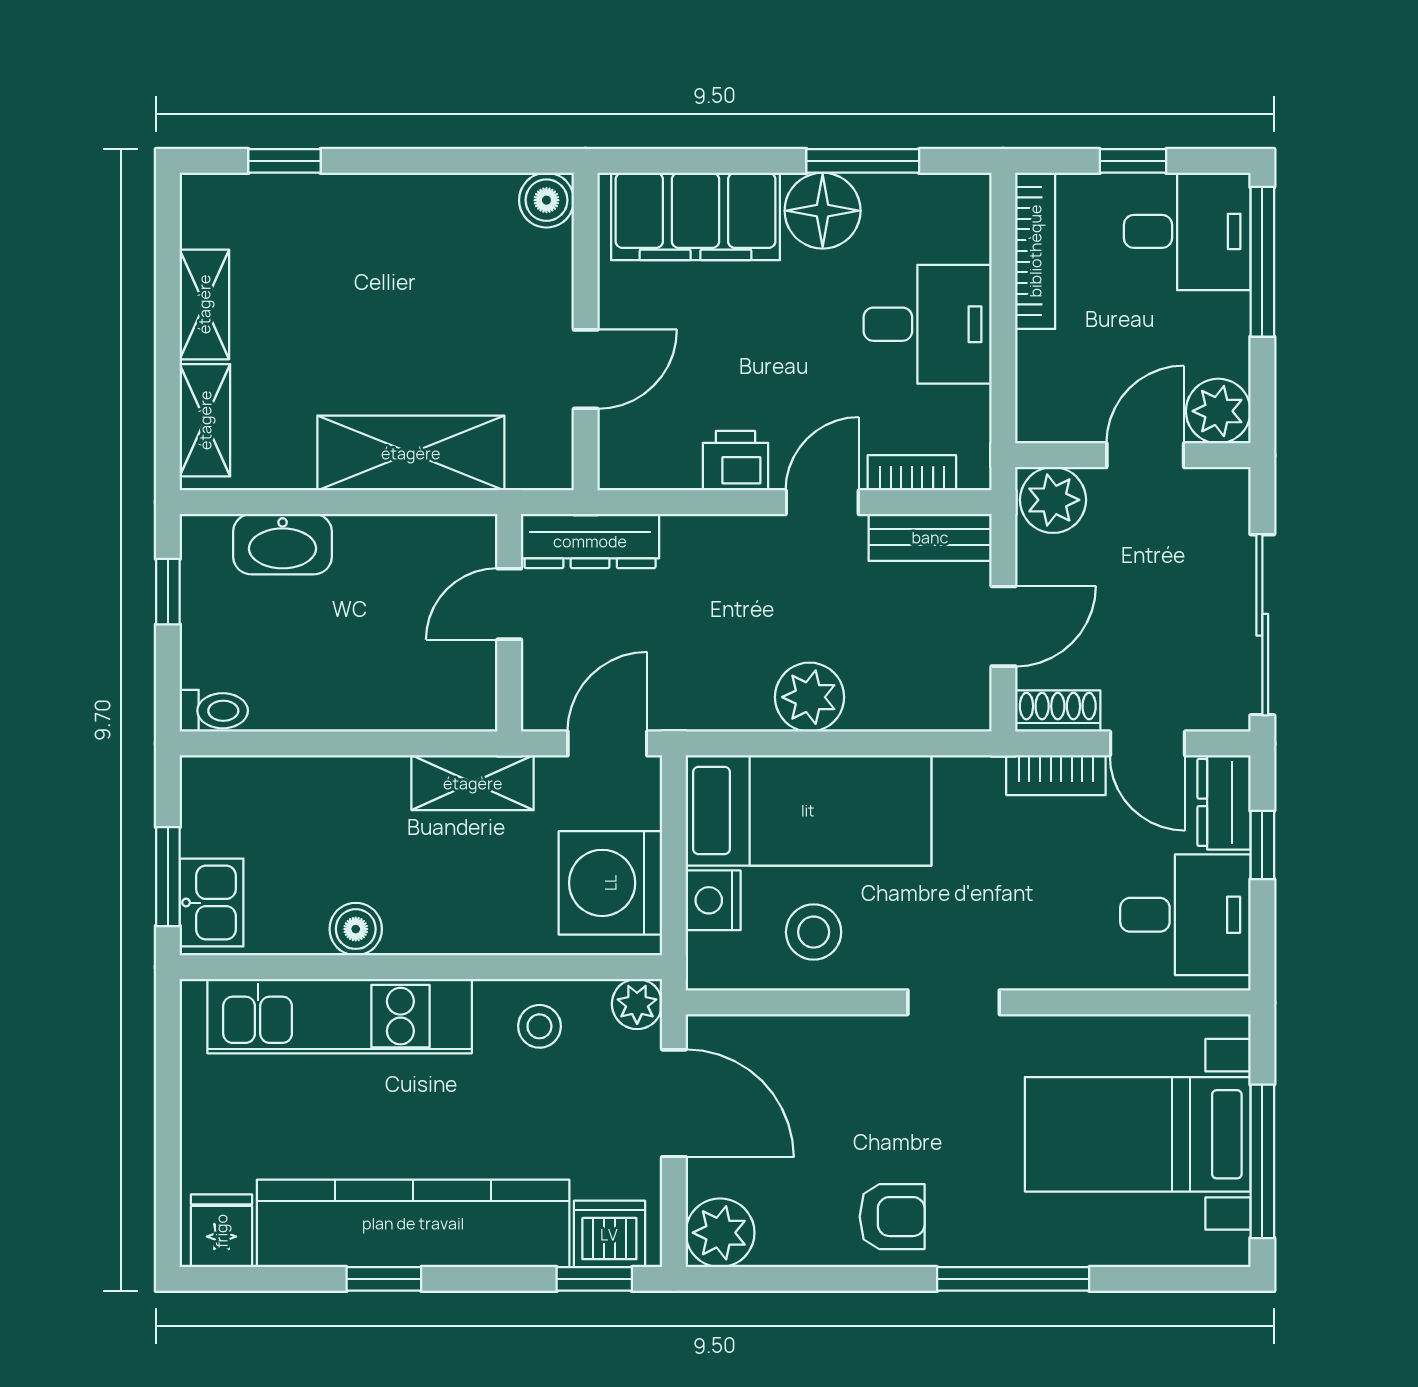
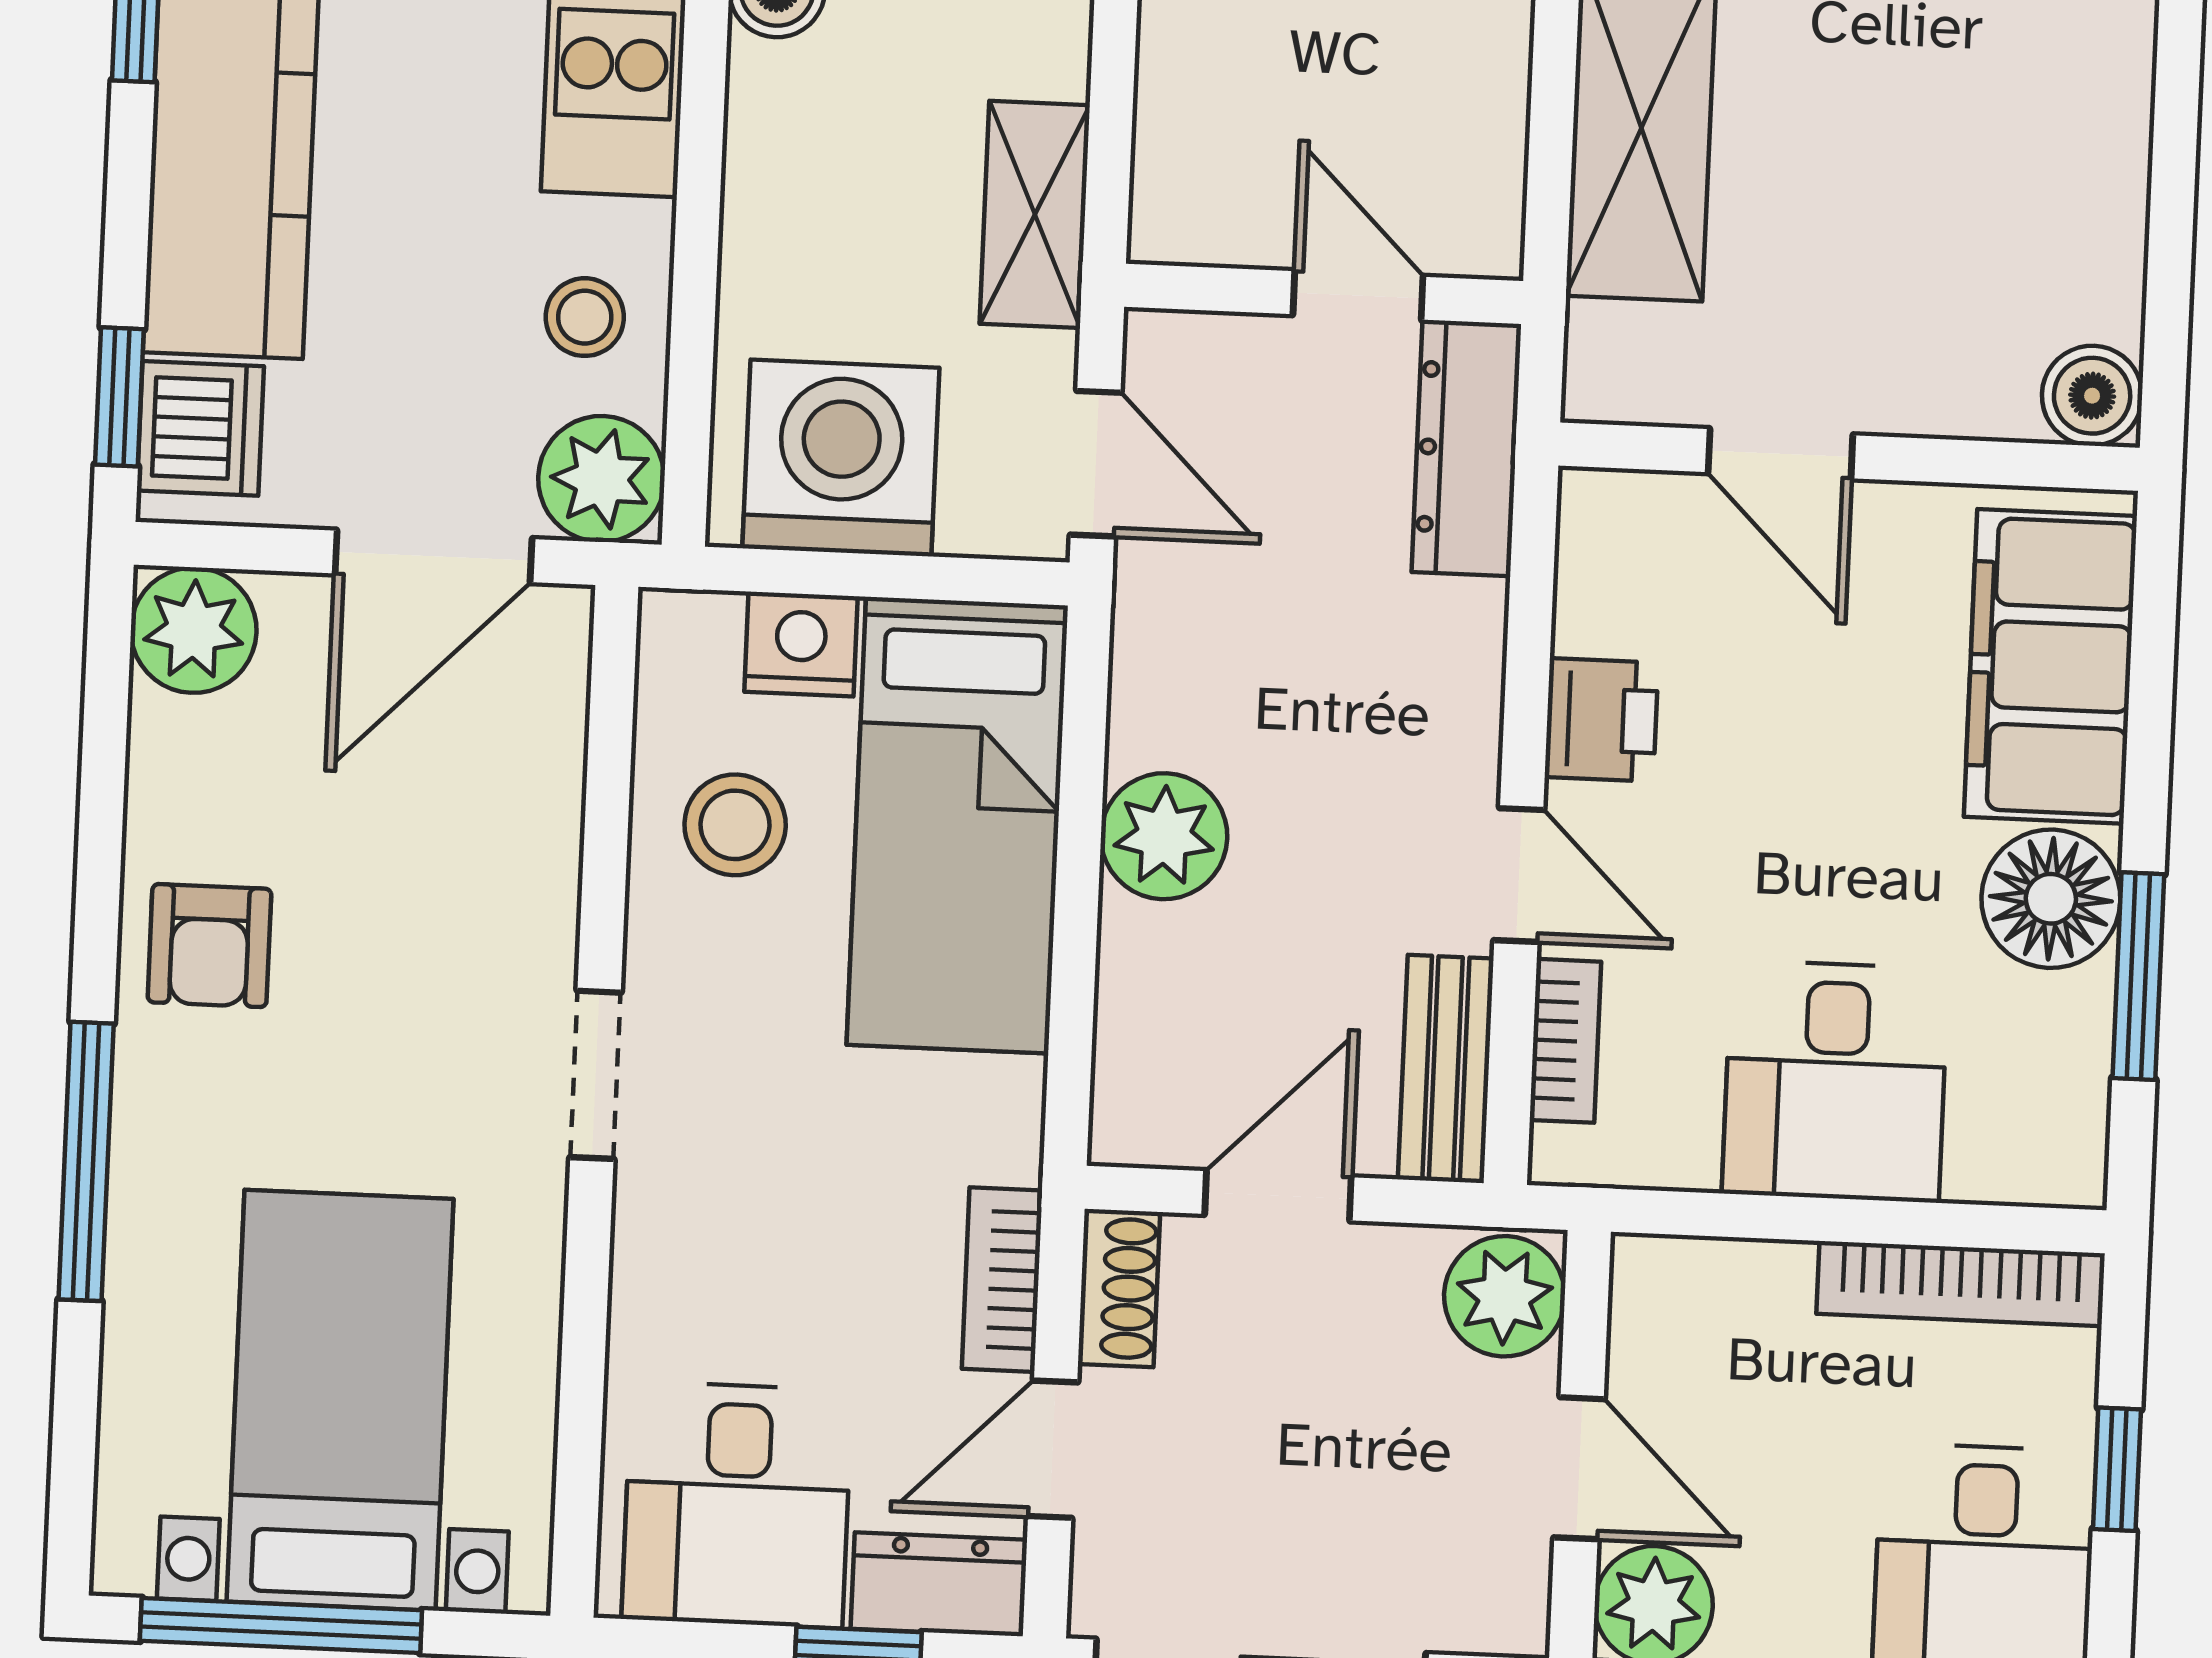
door: (1003, 626) -> (1278, 1196), swing flipped
plant: (637, 1004) -> (601, 479), width x1.38, depth x1.38

